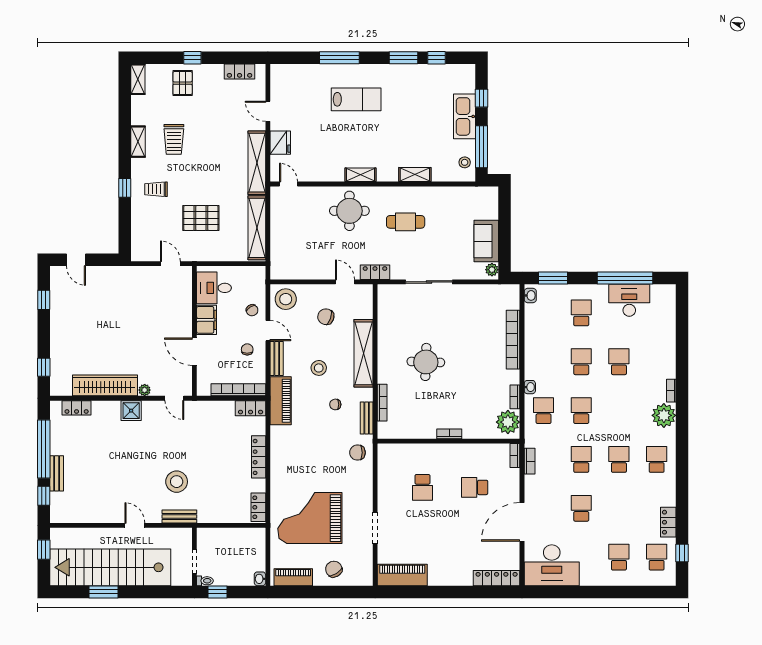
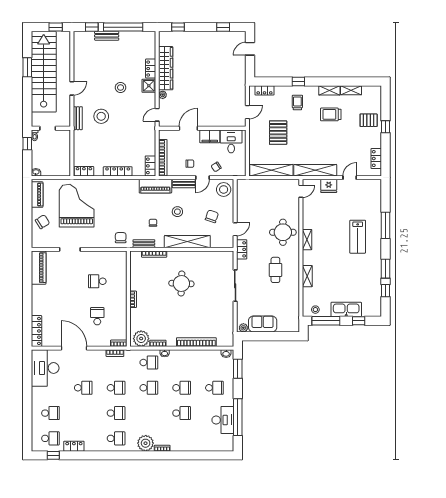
shelving: (138, 79) -> (351, 90), moved
locker: (138, 238) -> (264, 90), added
locker: (77, 408) -> (151, 69), moved
stool: (134, 453) -> (121, 87), added

